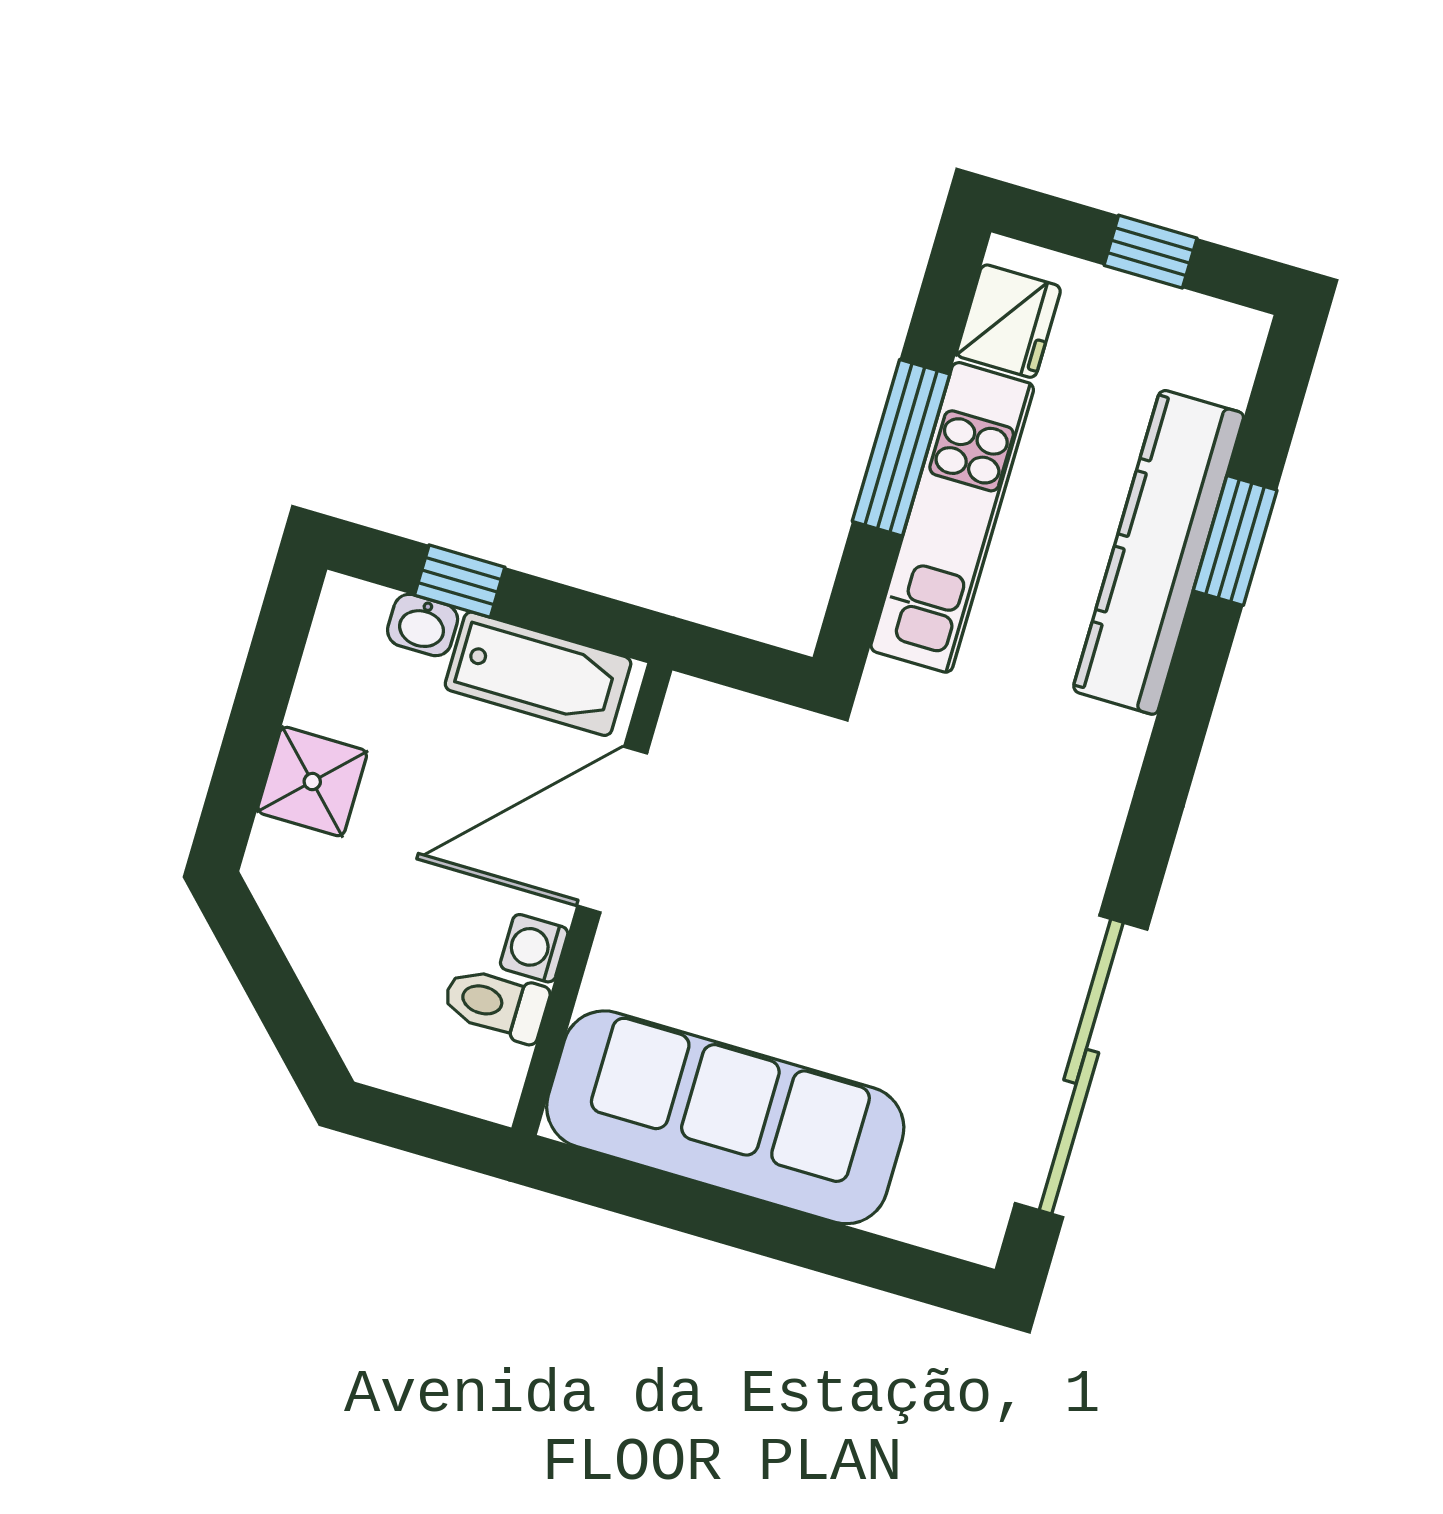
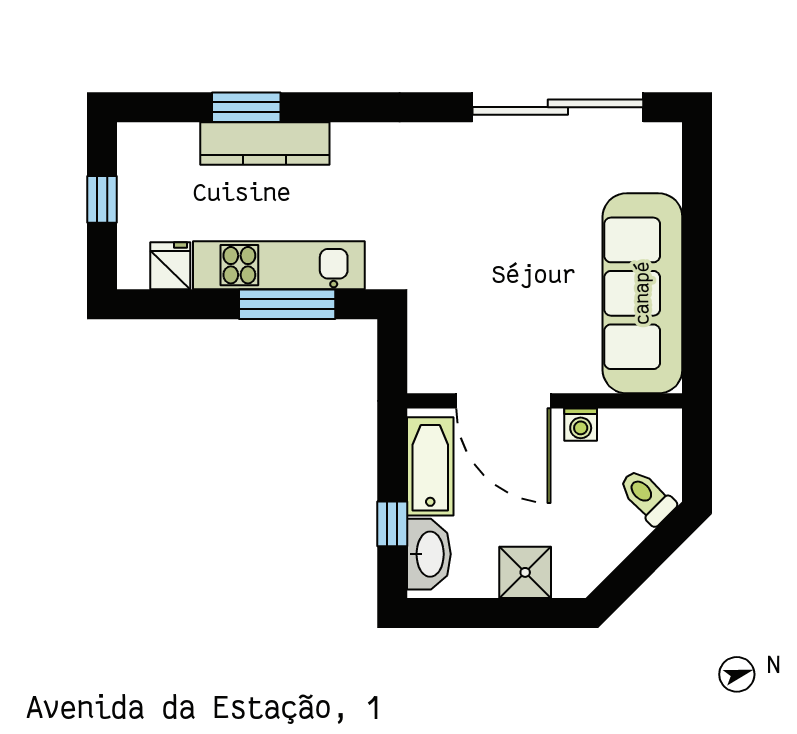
fridge: (1009, 321) -> (170, 266), width x0.72
window: (901, 448) -> (287, 304), moved
kitchen counter: (1158, 552) -> (265, 143), width x0.72, depth x0.86
washbasin: (423, 625) -> (429, 554), width x1.91, depth x1.45
toilet: (496, 1004) -> (647, 497), moved, turned 135

